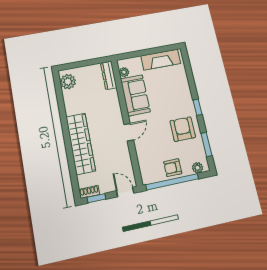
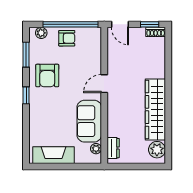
dresser: (109, 76) -> (113, 148), width x0.70
wardrobe: (81, 144) -> (155, 109), moved

